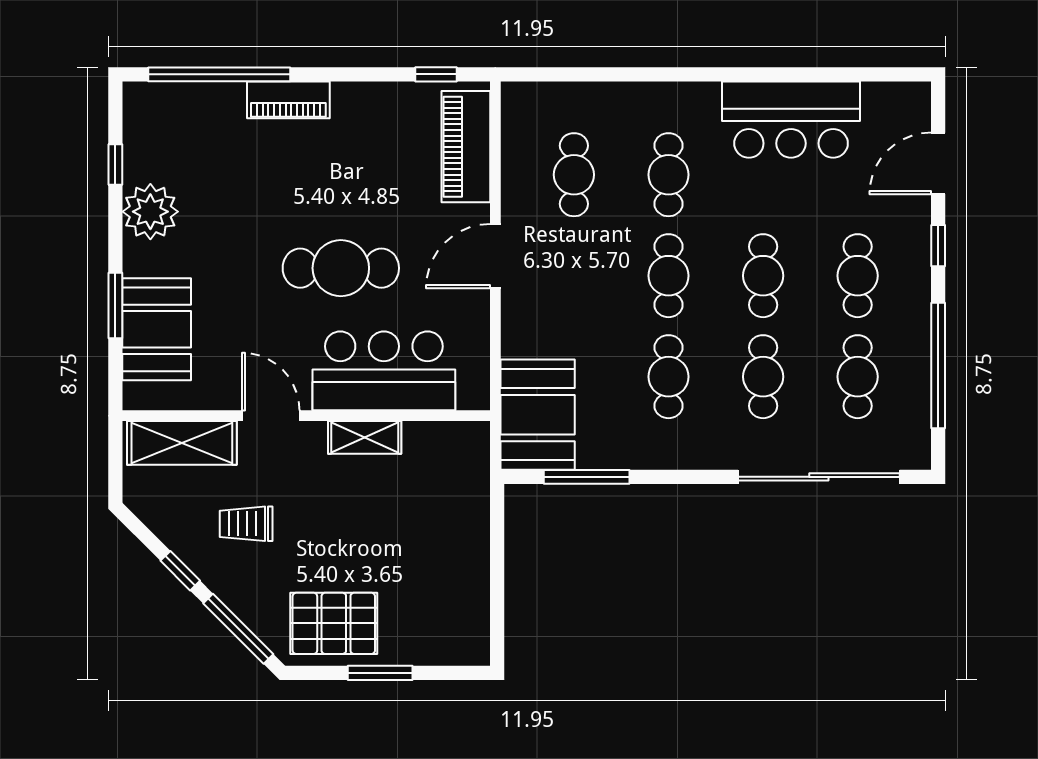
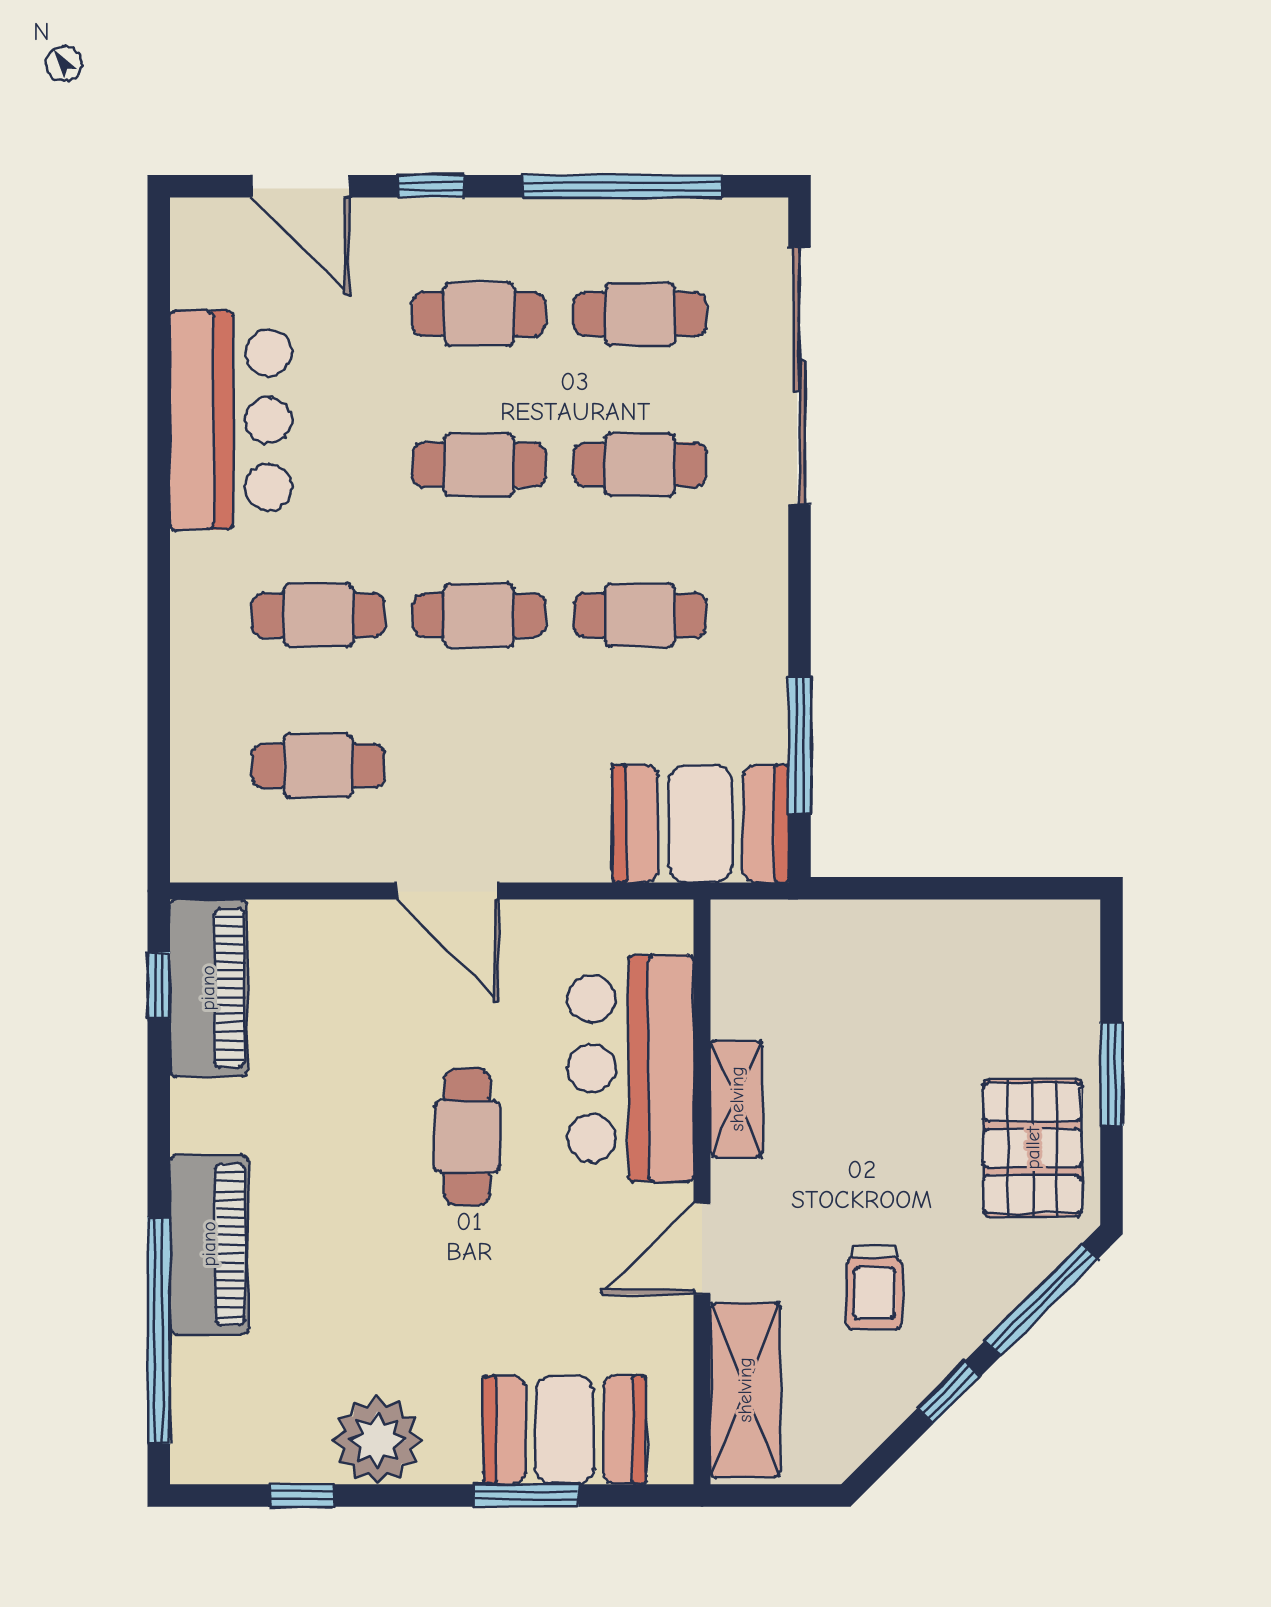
piano: (288, 100) -> (209, 1244), width x1.37, depth x1.33
piano: (466, 147) -> (208, 988), moved, turned -90
cafe table: (341, 268) -> (467, 1137), width x0.73, depth x0.74

